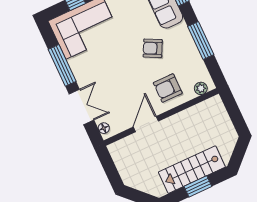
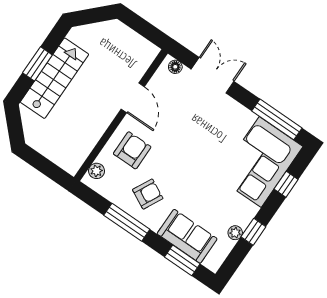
armchair: (153, 48) -> (148, 194), moved
window: (62, 65) -> (277, 119), moved
double door: (81, 107) -> (213, 75), swing flipped

